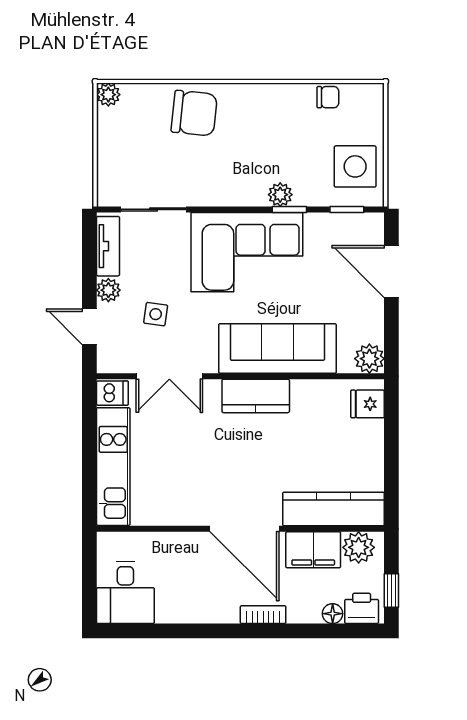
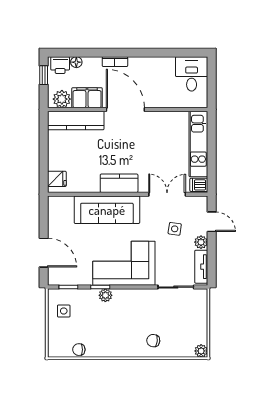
chair: (194, 113) -> (153, 341), width x0.54, depth x0.54
side table: (355, 166) -> (64, 311), width x0.54, depth x0.54
plant: (369, 359) -> (56, 204), removed

